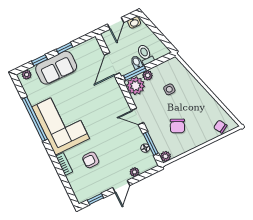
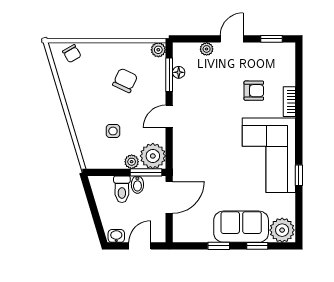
plant: (27, 75) -> (282, 230), width x1.87, depth x1.87
door: (137, 116) -> (169, 116), swing flipped
window: (35, 119) -> (299, 175), width x0.32

